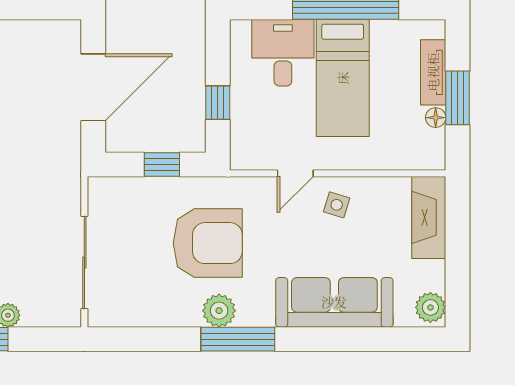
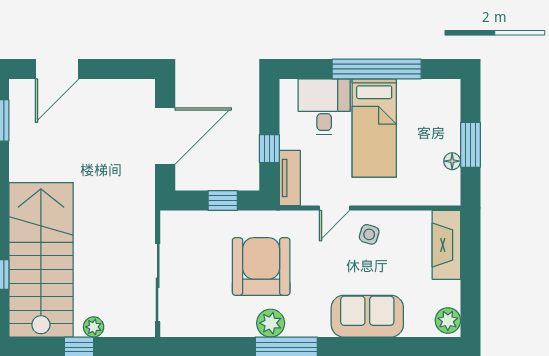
tv unit: (433, 72) -> (290, 178), moved, turned 180
armchair: (208, 243) -> (261, 267), turned -90
sofa: (334, 302) -> (367, 316), width x0.73

